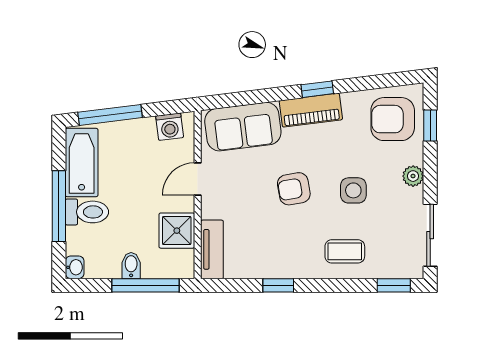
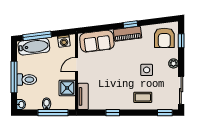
armchair: (393, 119) -> (164, 38), turned -90
bathtub: (82, 163) -> (34, 47), moved, turned 83
armchair: (294, 189) -> (120, 69), removed

